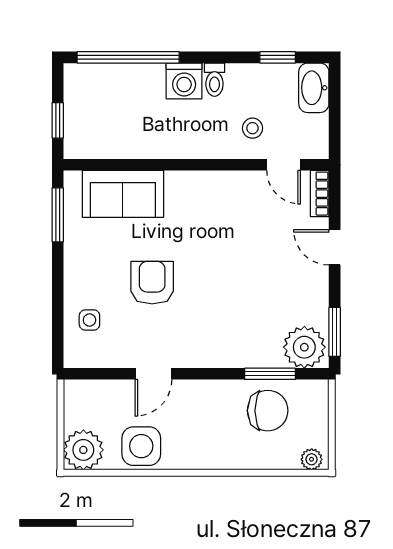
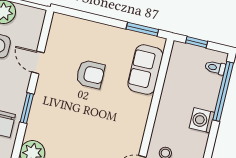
toilet: (214, 80) -> (215, 68), moved
side table: (89, 320) -> (77, 33), removed
window: (270, 374) -> (27, 108), moved

